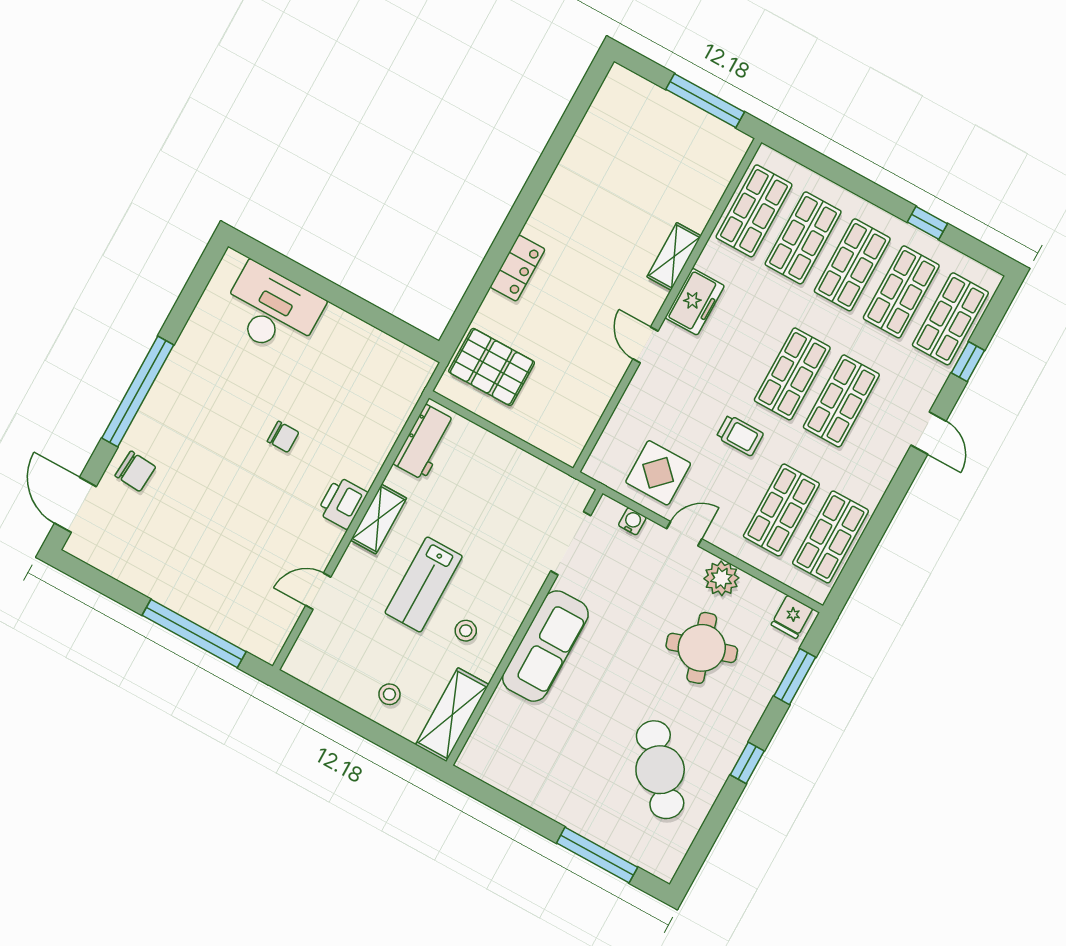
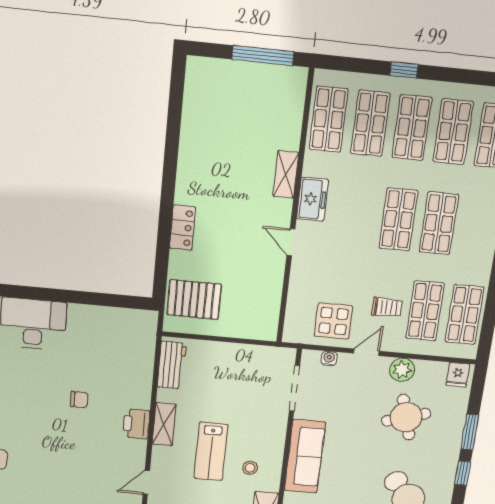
window: (927, 223) -> (404, 70), moved
trolley: (740, 435) -> (387, 307), moved
window: (795, 677) -> (470, 432), moved

